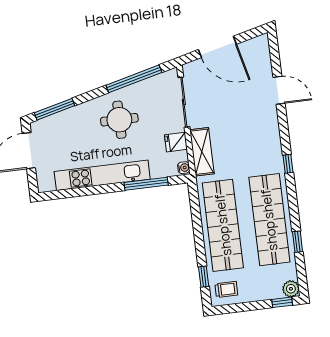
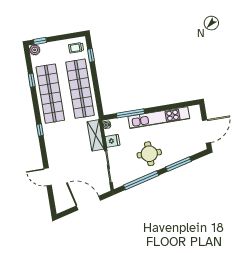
window: (55, 109) -> (179, 164), moved

